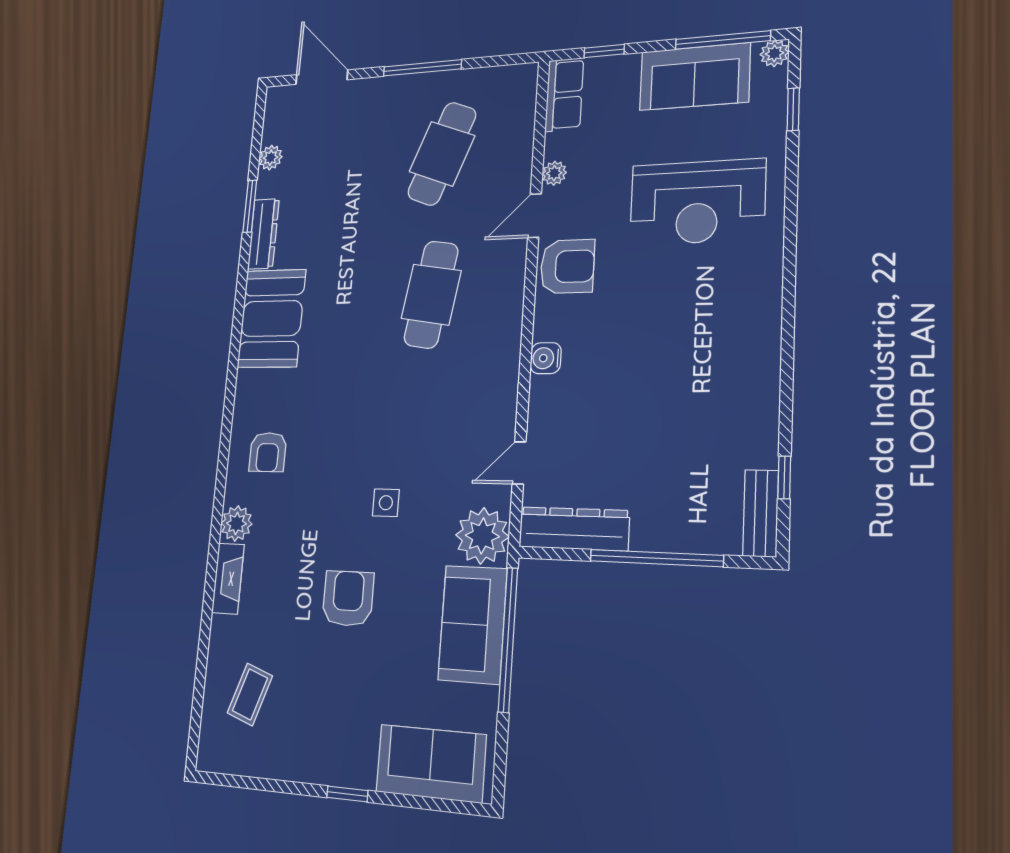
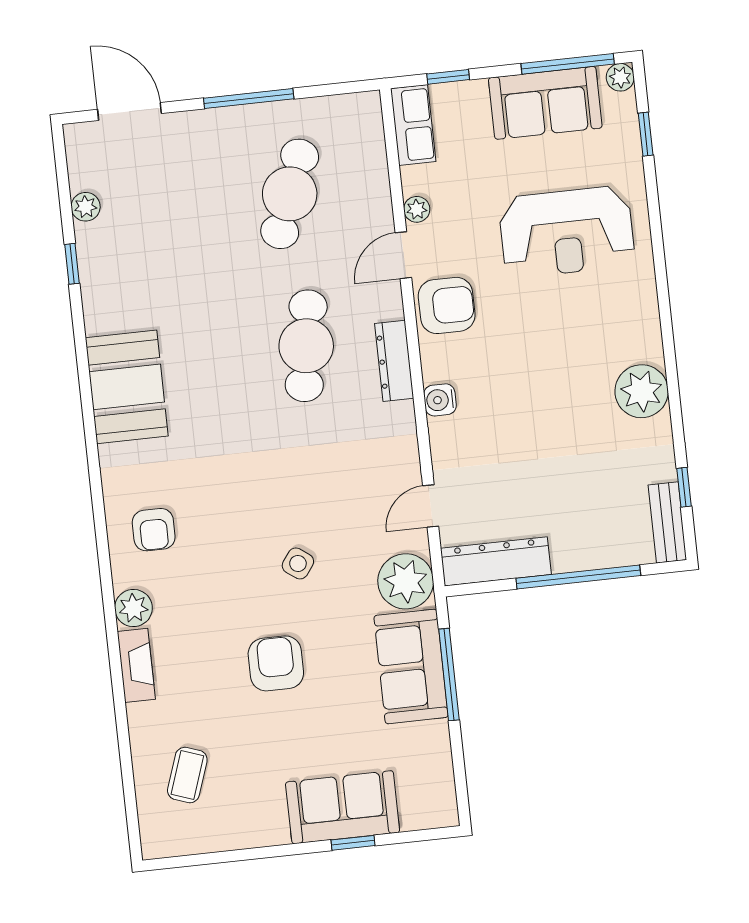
window: (250, 206) -> (72, 264), width x0.67
dresser: (263, 234) -> (394, 361), moved, turned 180
plant: (752, 370) -> (642, 391), added
side table: (386, 503) -> (298, 563), turned 36
window: (508, 640) -> (449, 675), width x0.68
sofa: (431, 763) -> (343, 807), moved
window: (347, 794) -> (353, 843), moved

